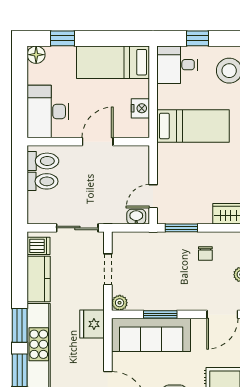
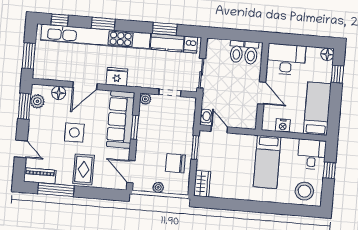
chair: (205, 253) -> (175, 163), width x1.87, depth x1.87
fridge: (92, 324) -> (117, 77), moved
window: (20, 325) -> (165, 29), moved

